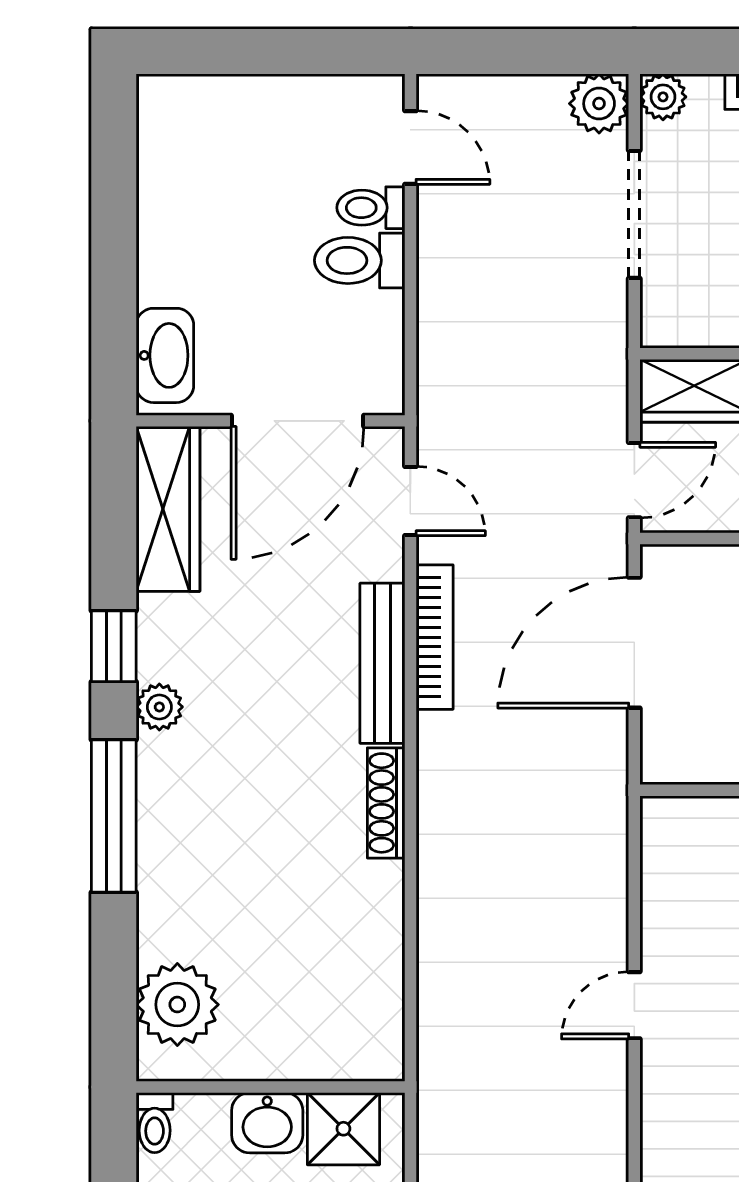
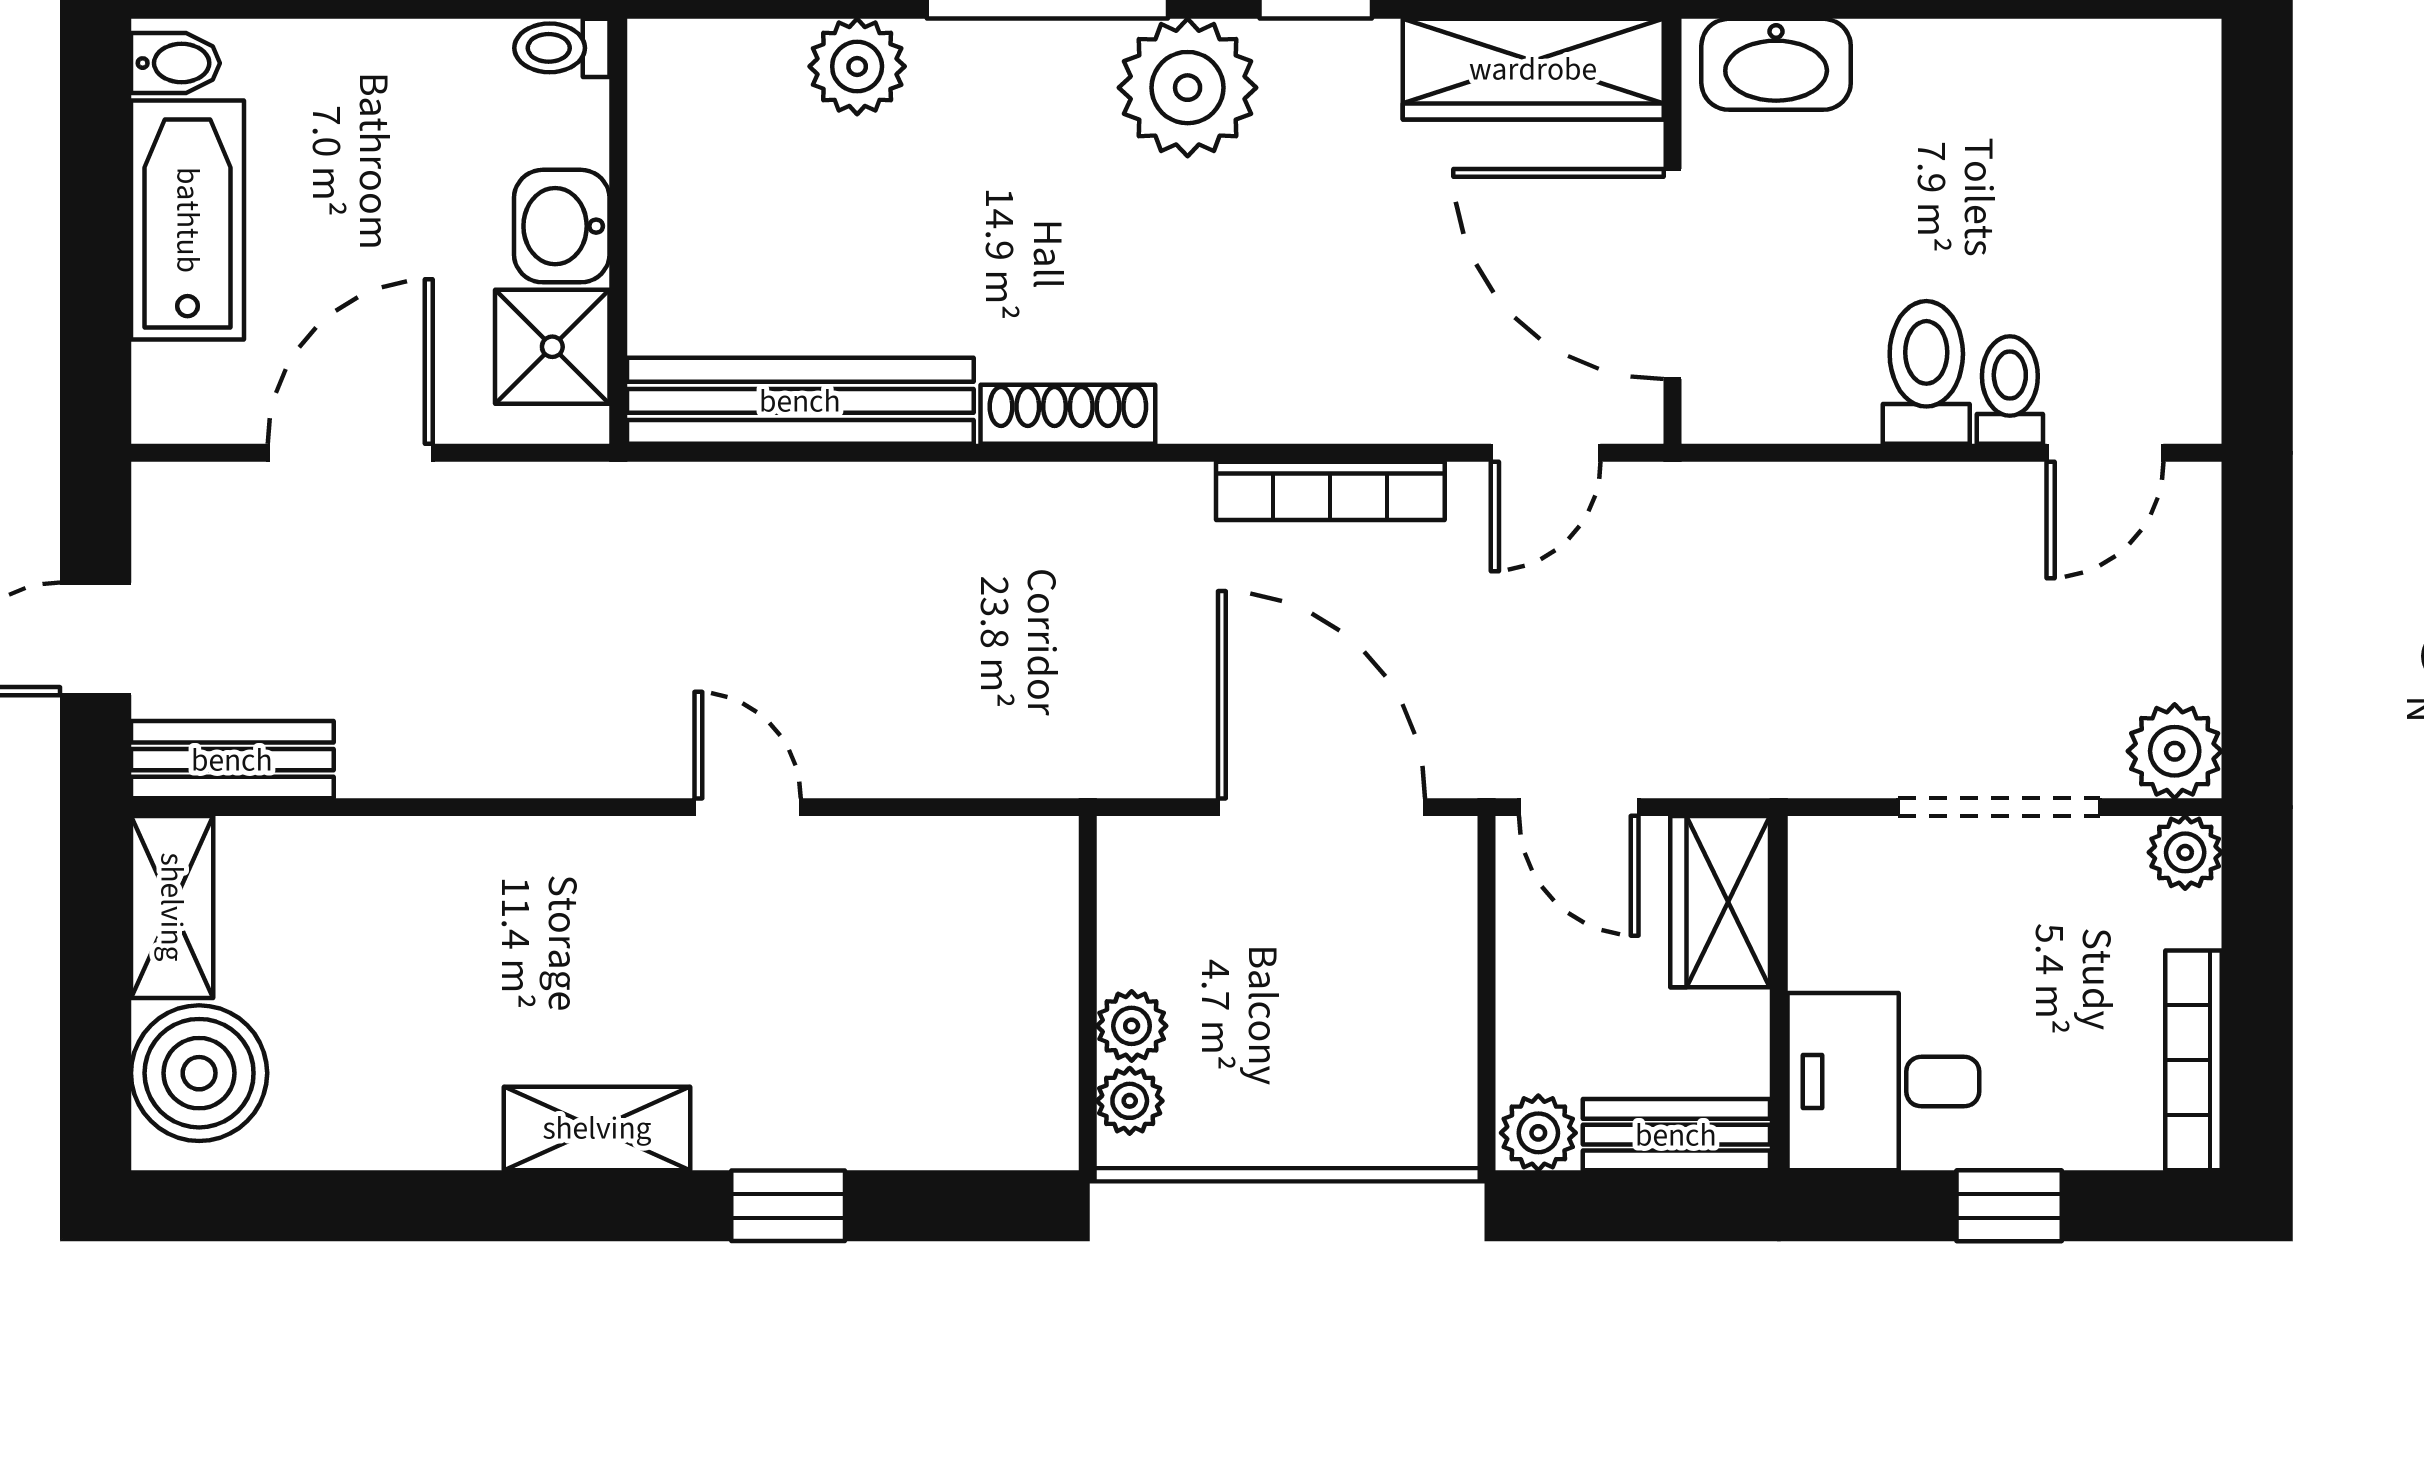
bench: (382, 663) -> (800, 401), moved, width x1.37, depth x1.21
plant: (159, 707) -> (1188, 88), width x1.87, depth x1.87
plant: (177, 1005) -> (857, 66), moved, width x0.73, depth x0.73

